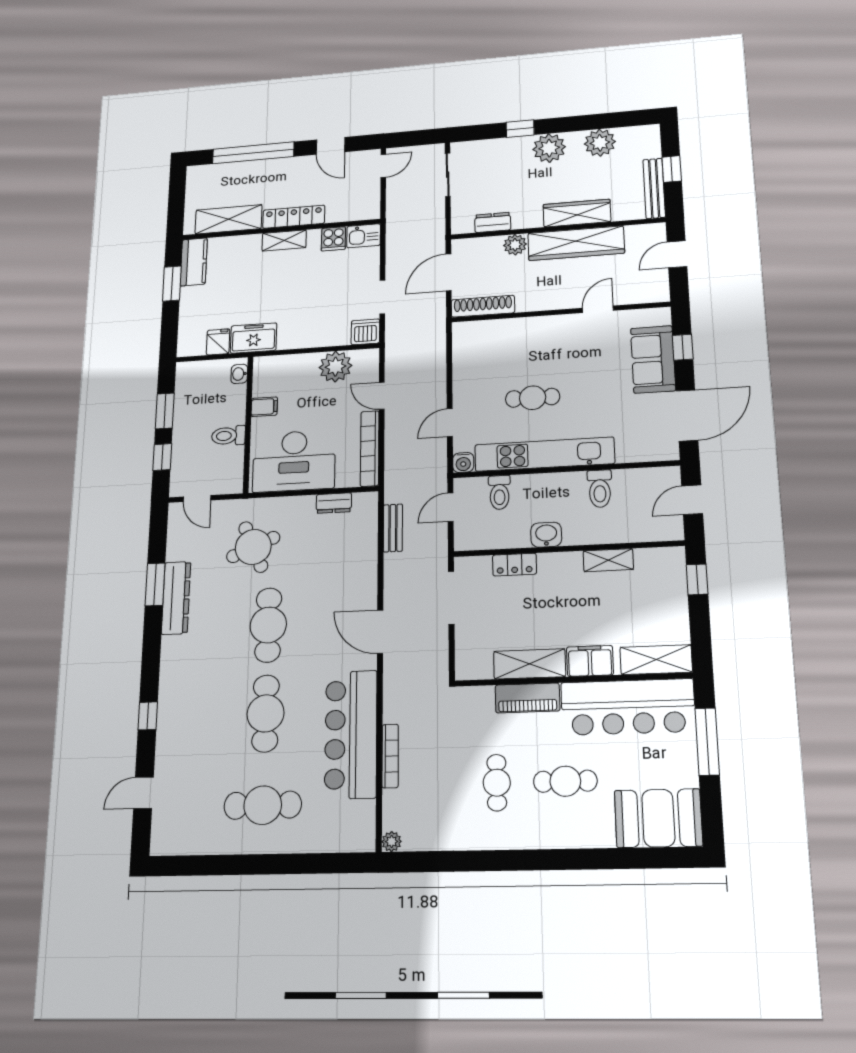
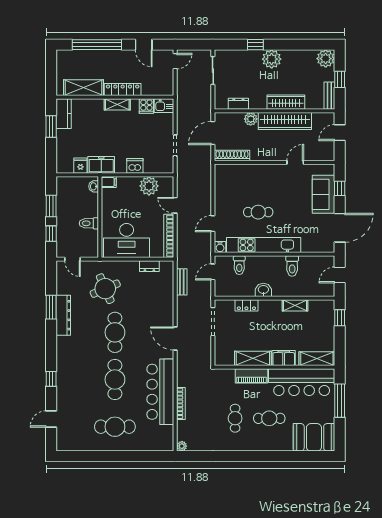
plant: (600, 143) -> (326, 59), moved
bench: (654, 188) -> (329, 96), width x0.73
dishwasher: (365, 332) -> (135, 166), moved
filing cabinet: (264, 407) -> (109, 182), moved

